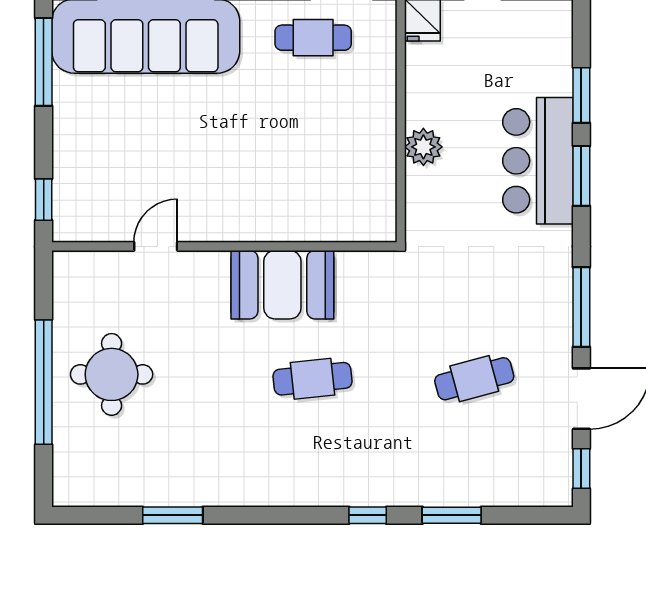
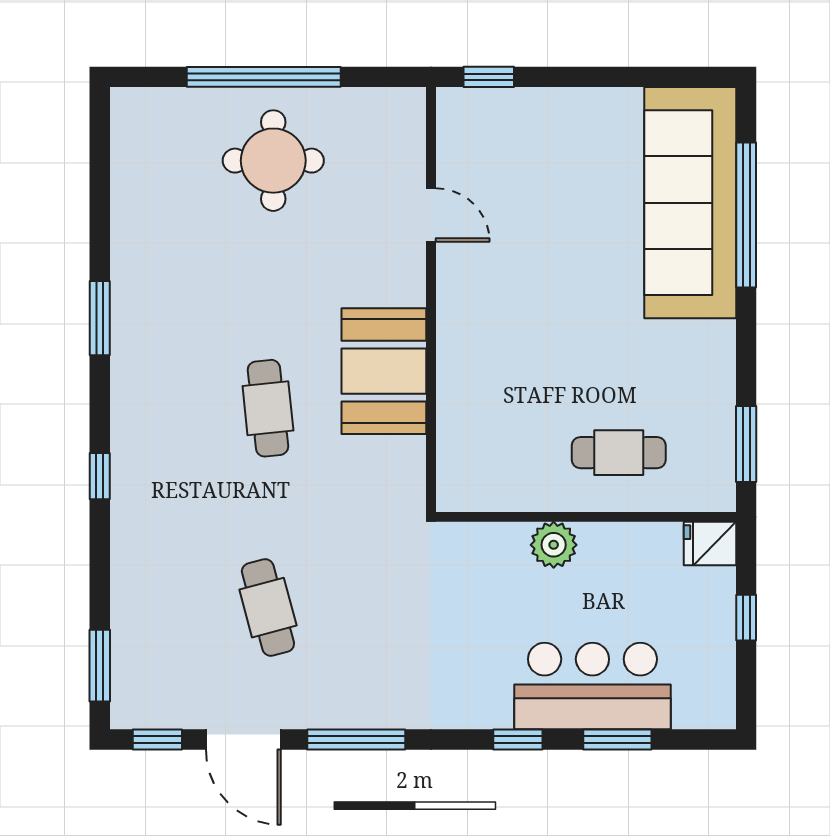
cafe table: (313, 38) -> (619, 453), moved, turned 90
window: (44, 62) -> (658, 77), removed
bar counter: (538, 161) -> (592, 686), moved
window: (581, 176) -> (518, 739), width x0.67
window: (173, 515) -> (100, 318), moved
window: (452, 515) -> (100, 666), moved

